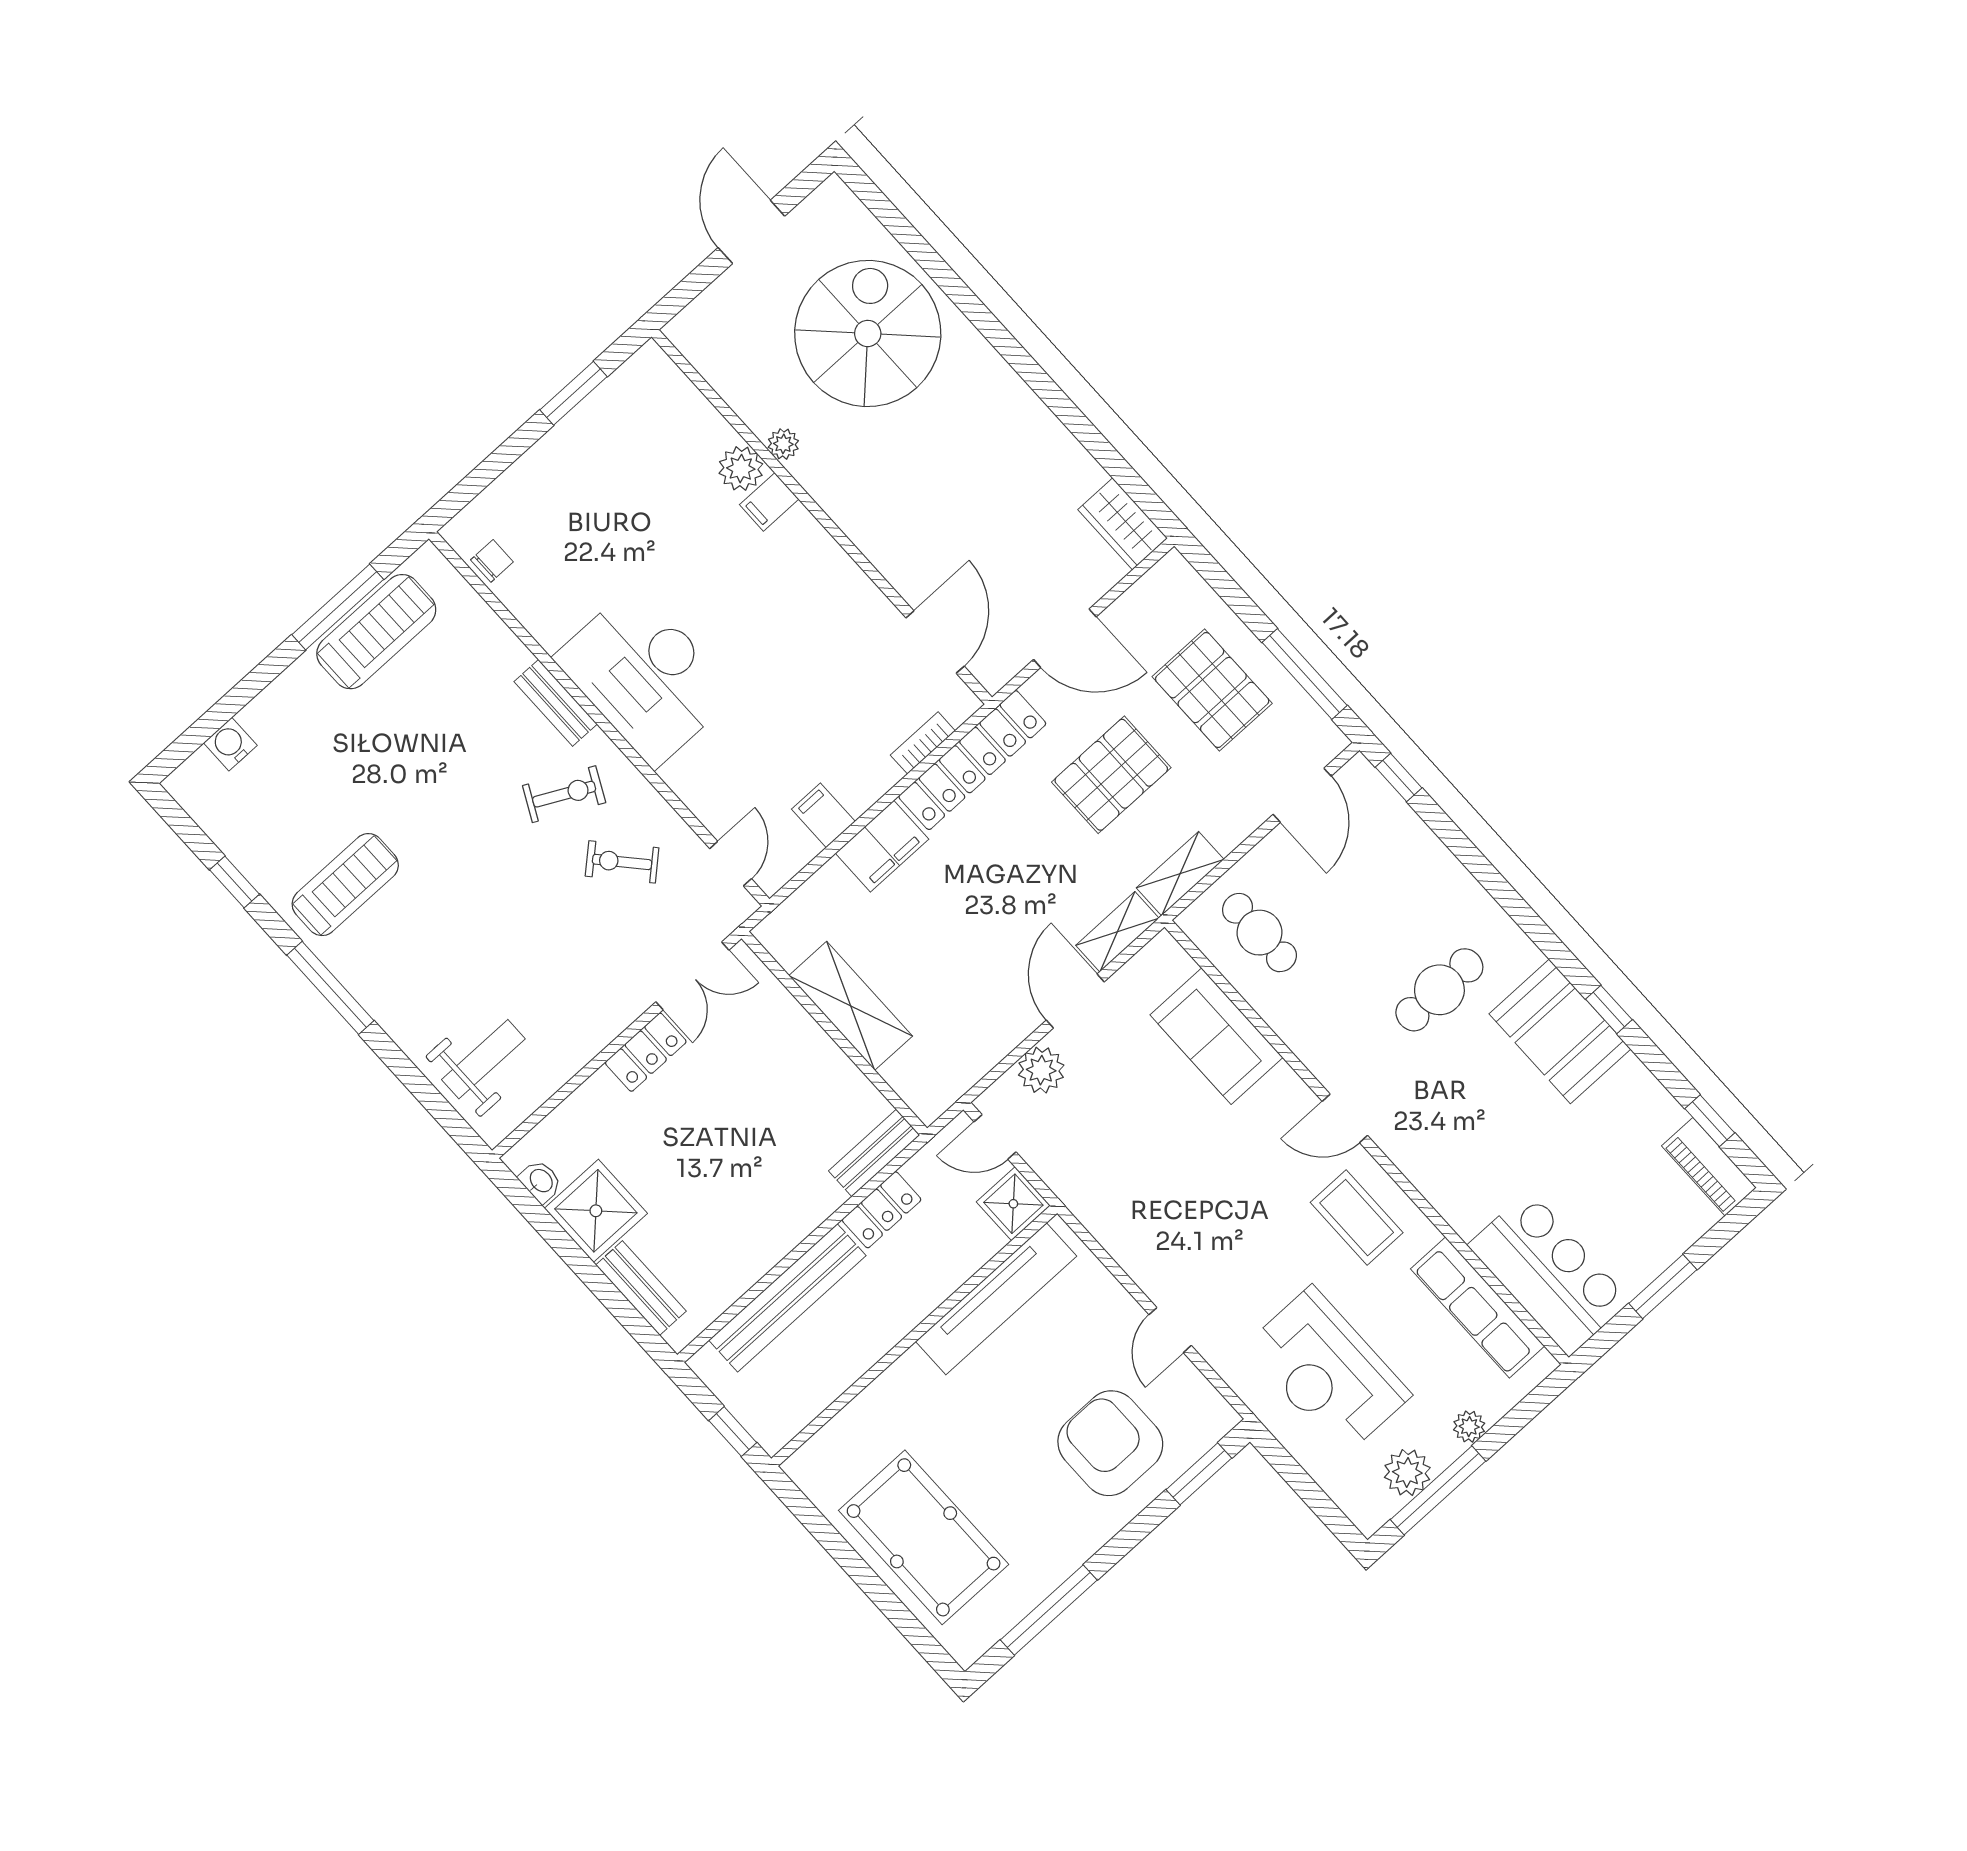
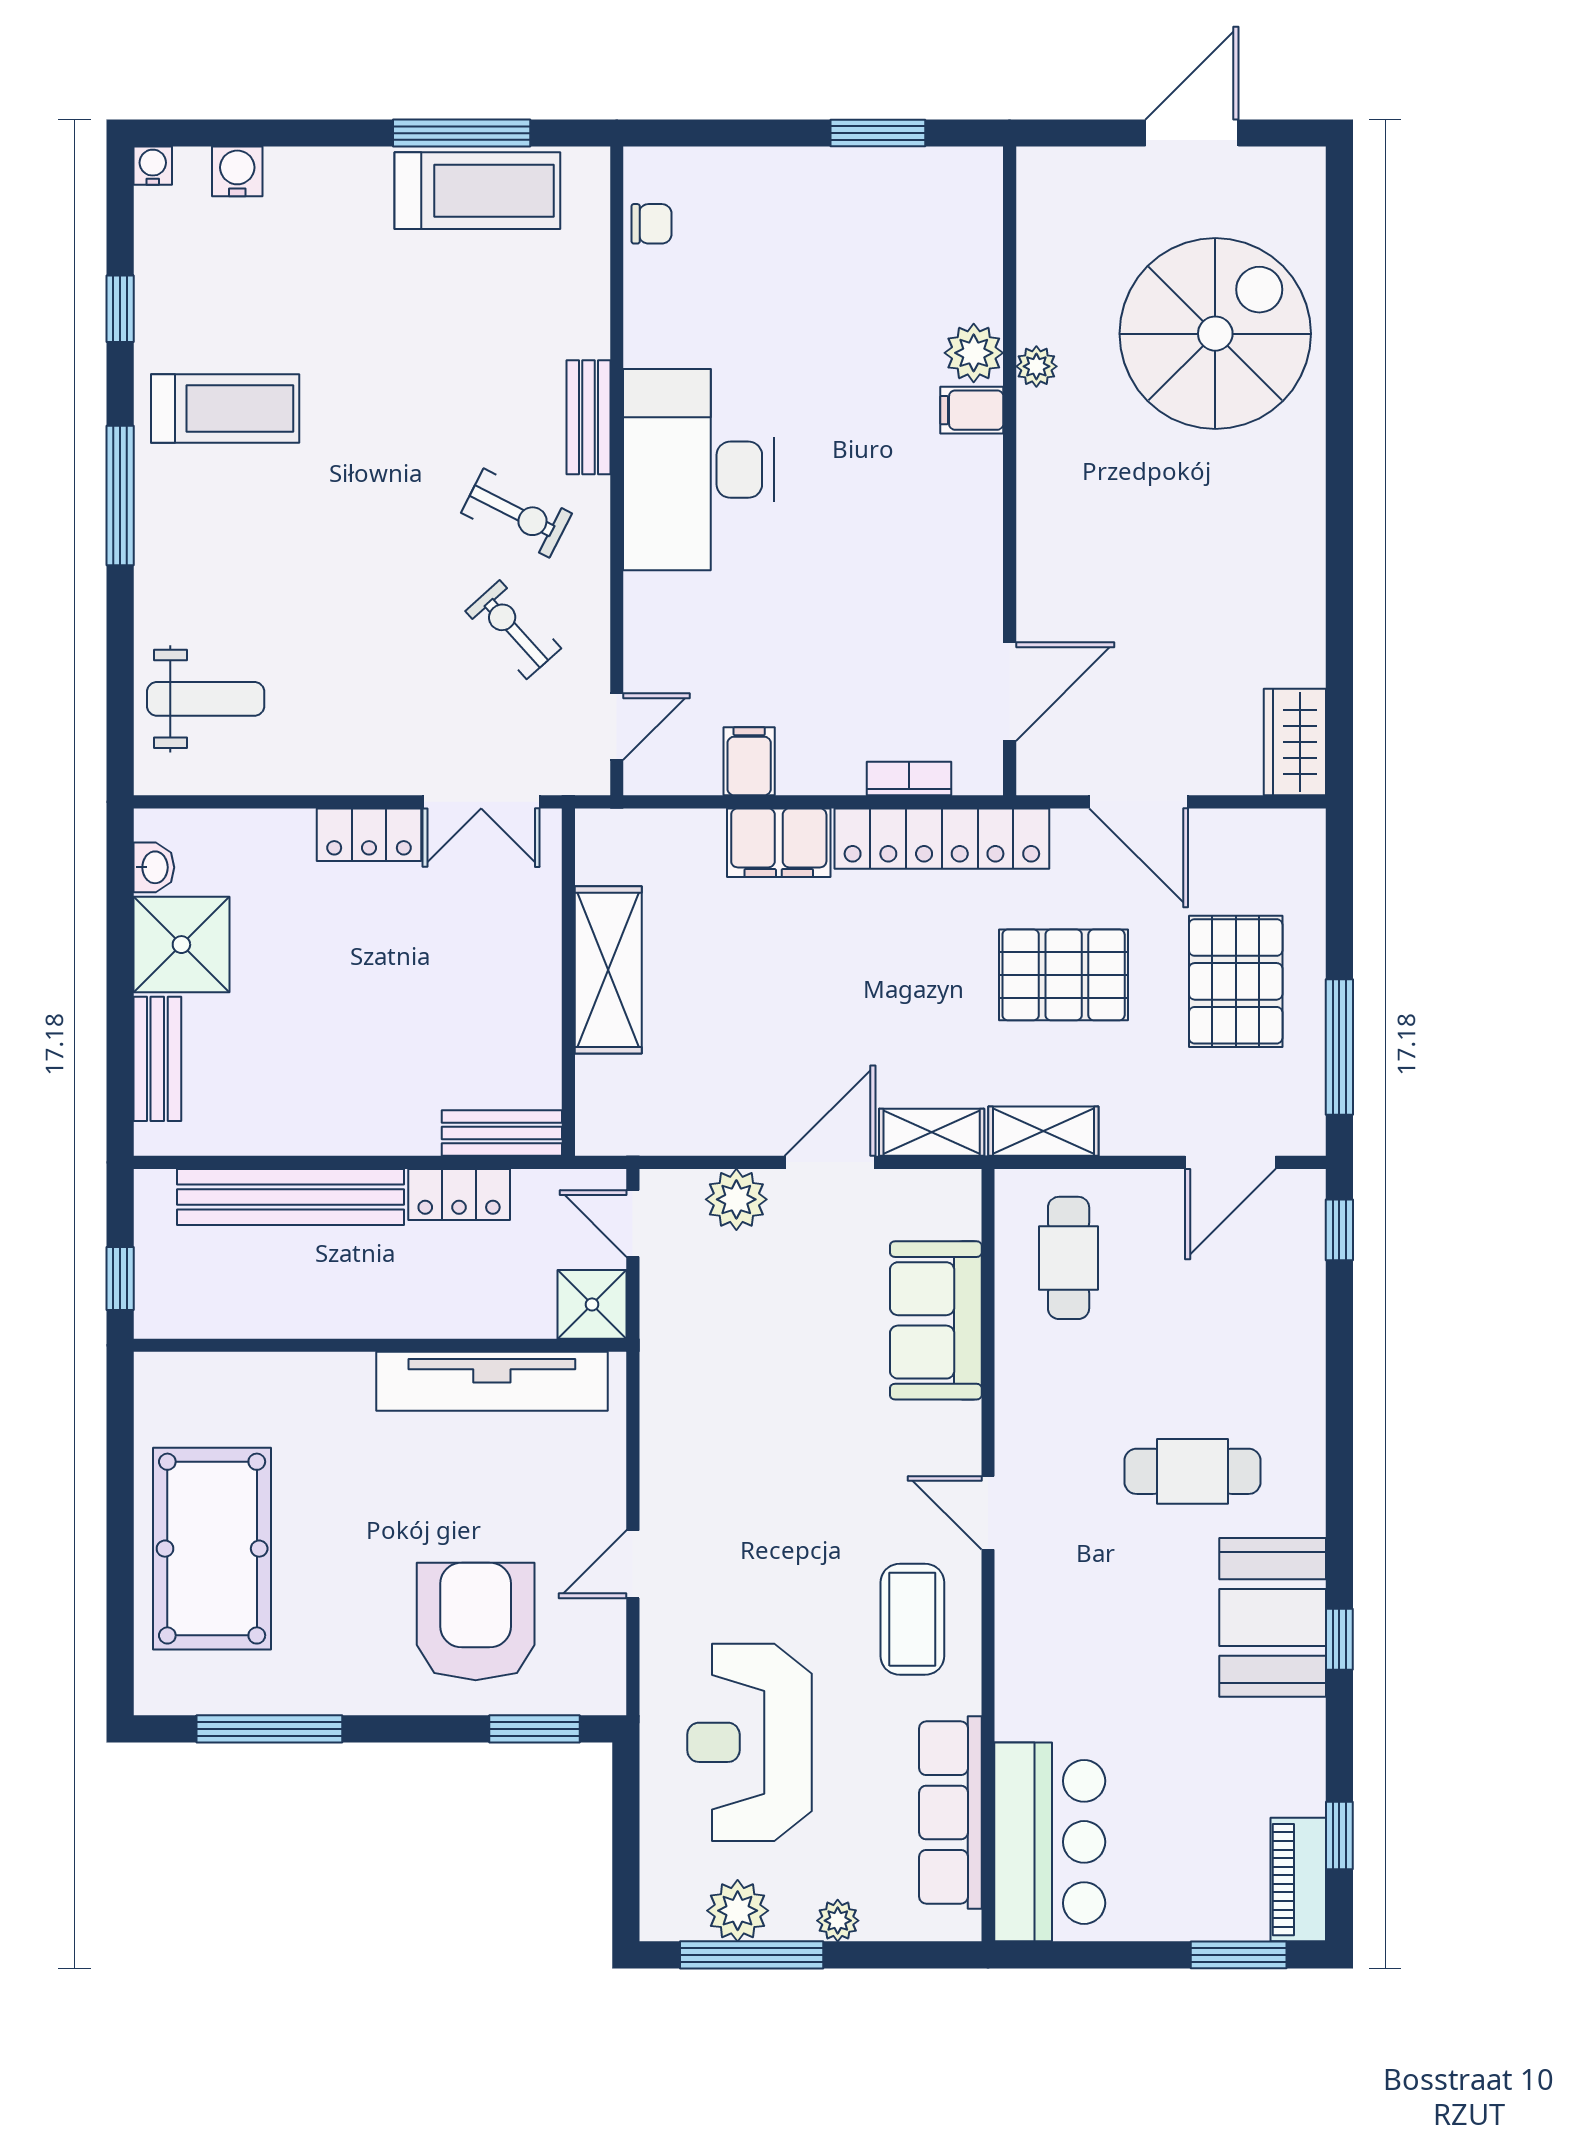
water cooler: (179, 784) -> (153, 166), added
window: (1663, 1286) -> (1239, 1955), moved

